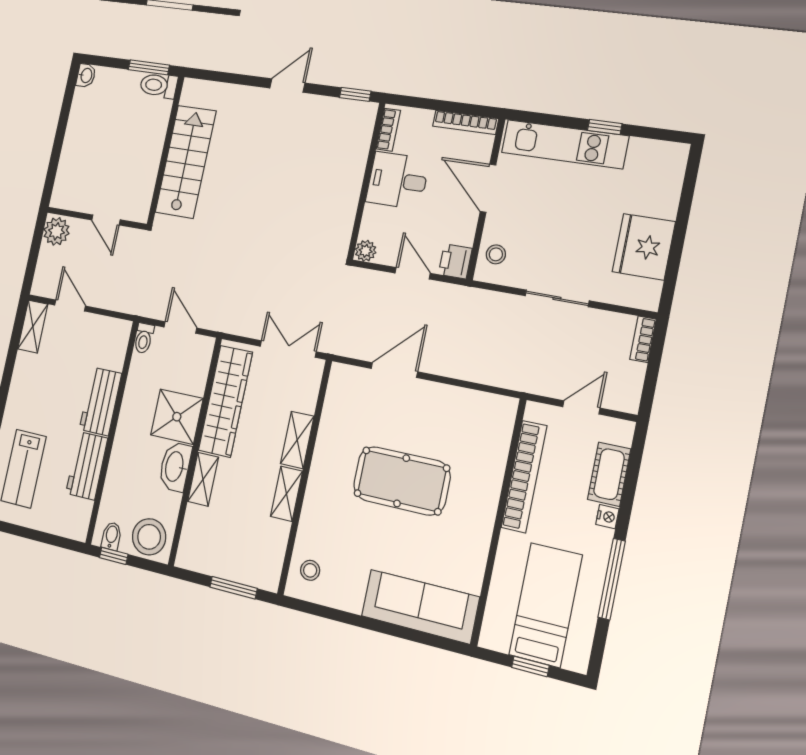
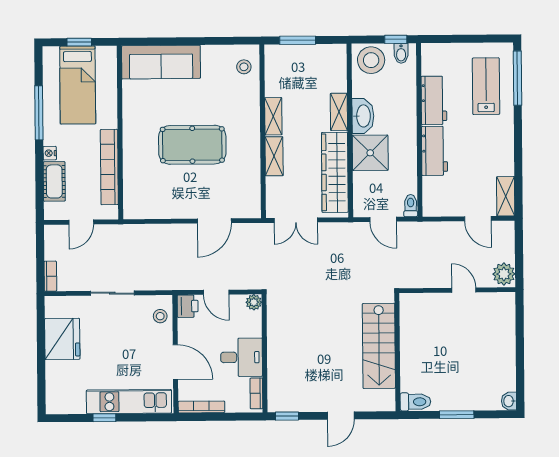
toilet: (159, 85) -> (415, 402), moved
wall: (166, 150) -> (397, 352), moved
stairs: (186, 162) -> (379, 346), moved

